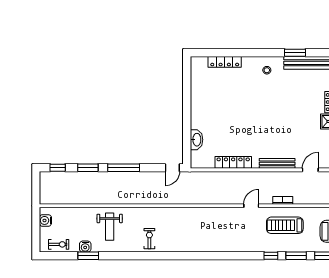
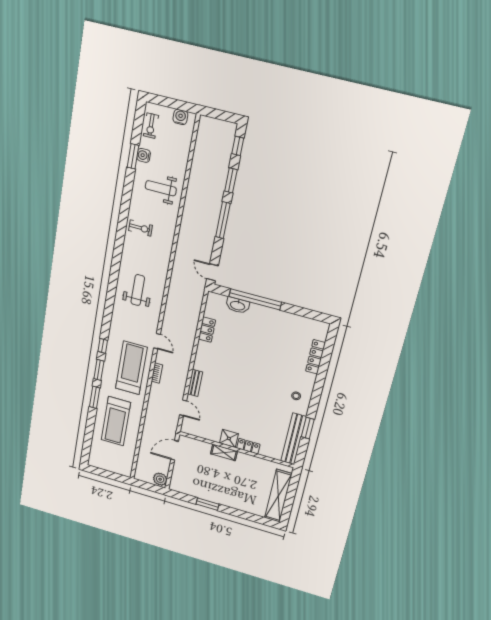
window: (187, 126) -> (255, 299), added
locker: (233, 162) -> (207, 330), width x0.66
bench: (277, 163) -> (195, 383), width x0.73
treadmill: (285, 225) -> (131, 368), width x1.37, depth x1.38
weight bench: (207, 232) -> (138, 290), added

